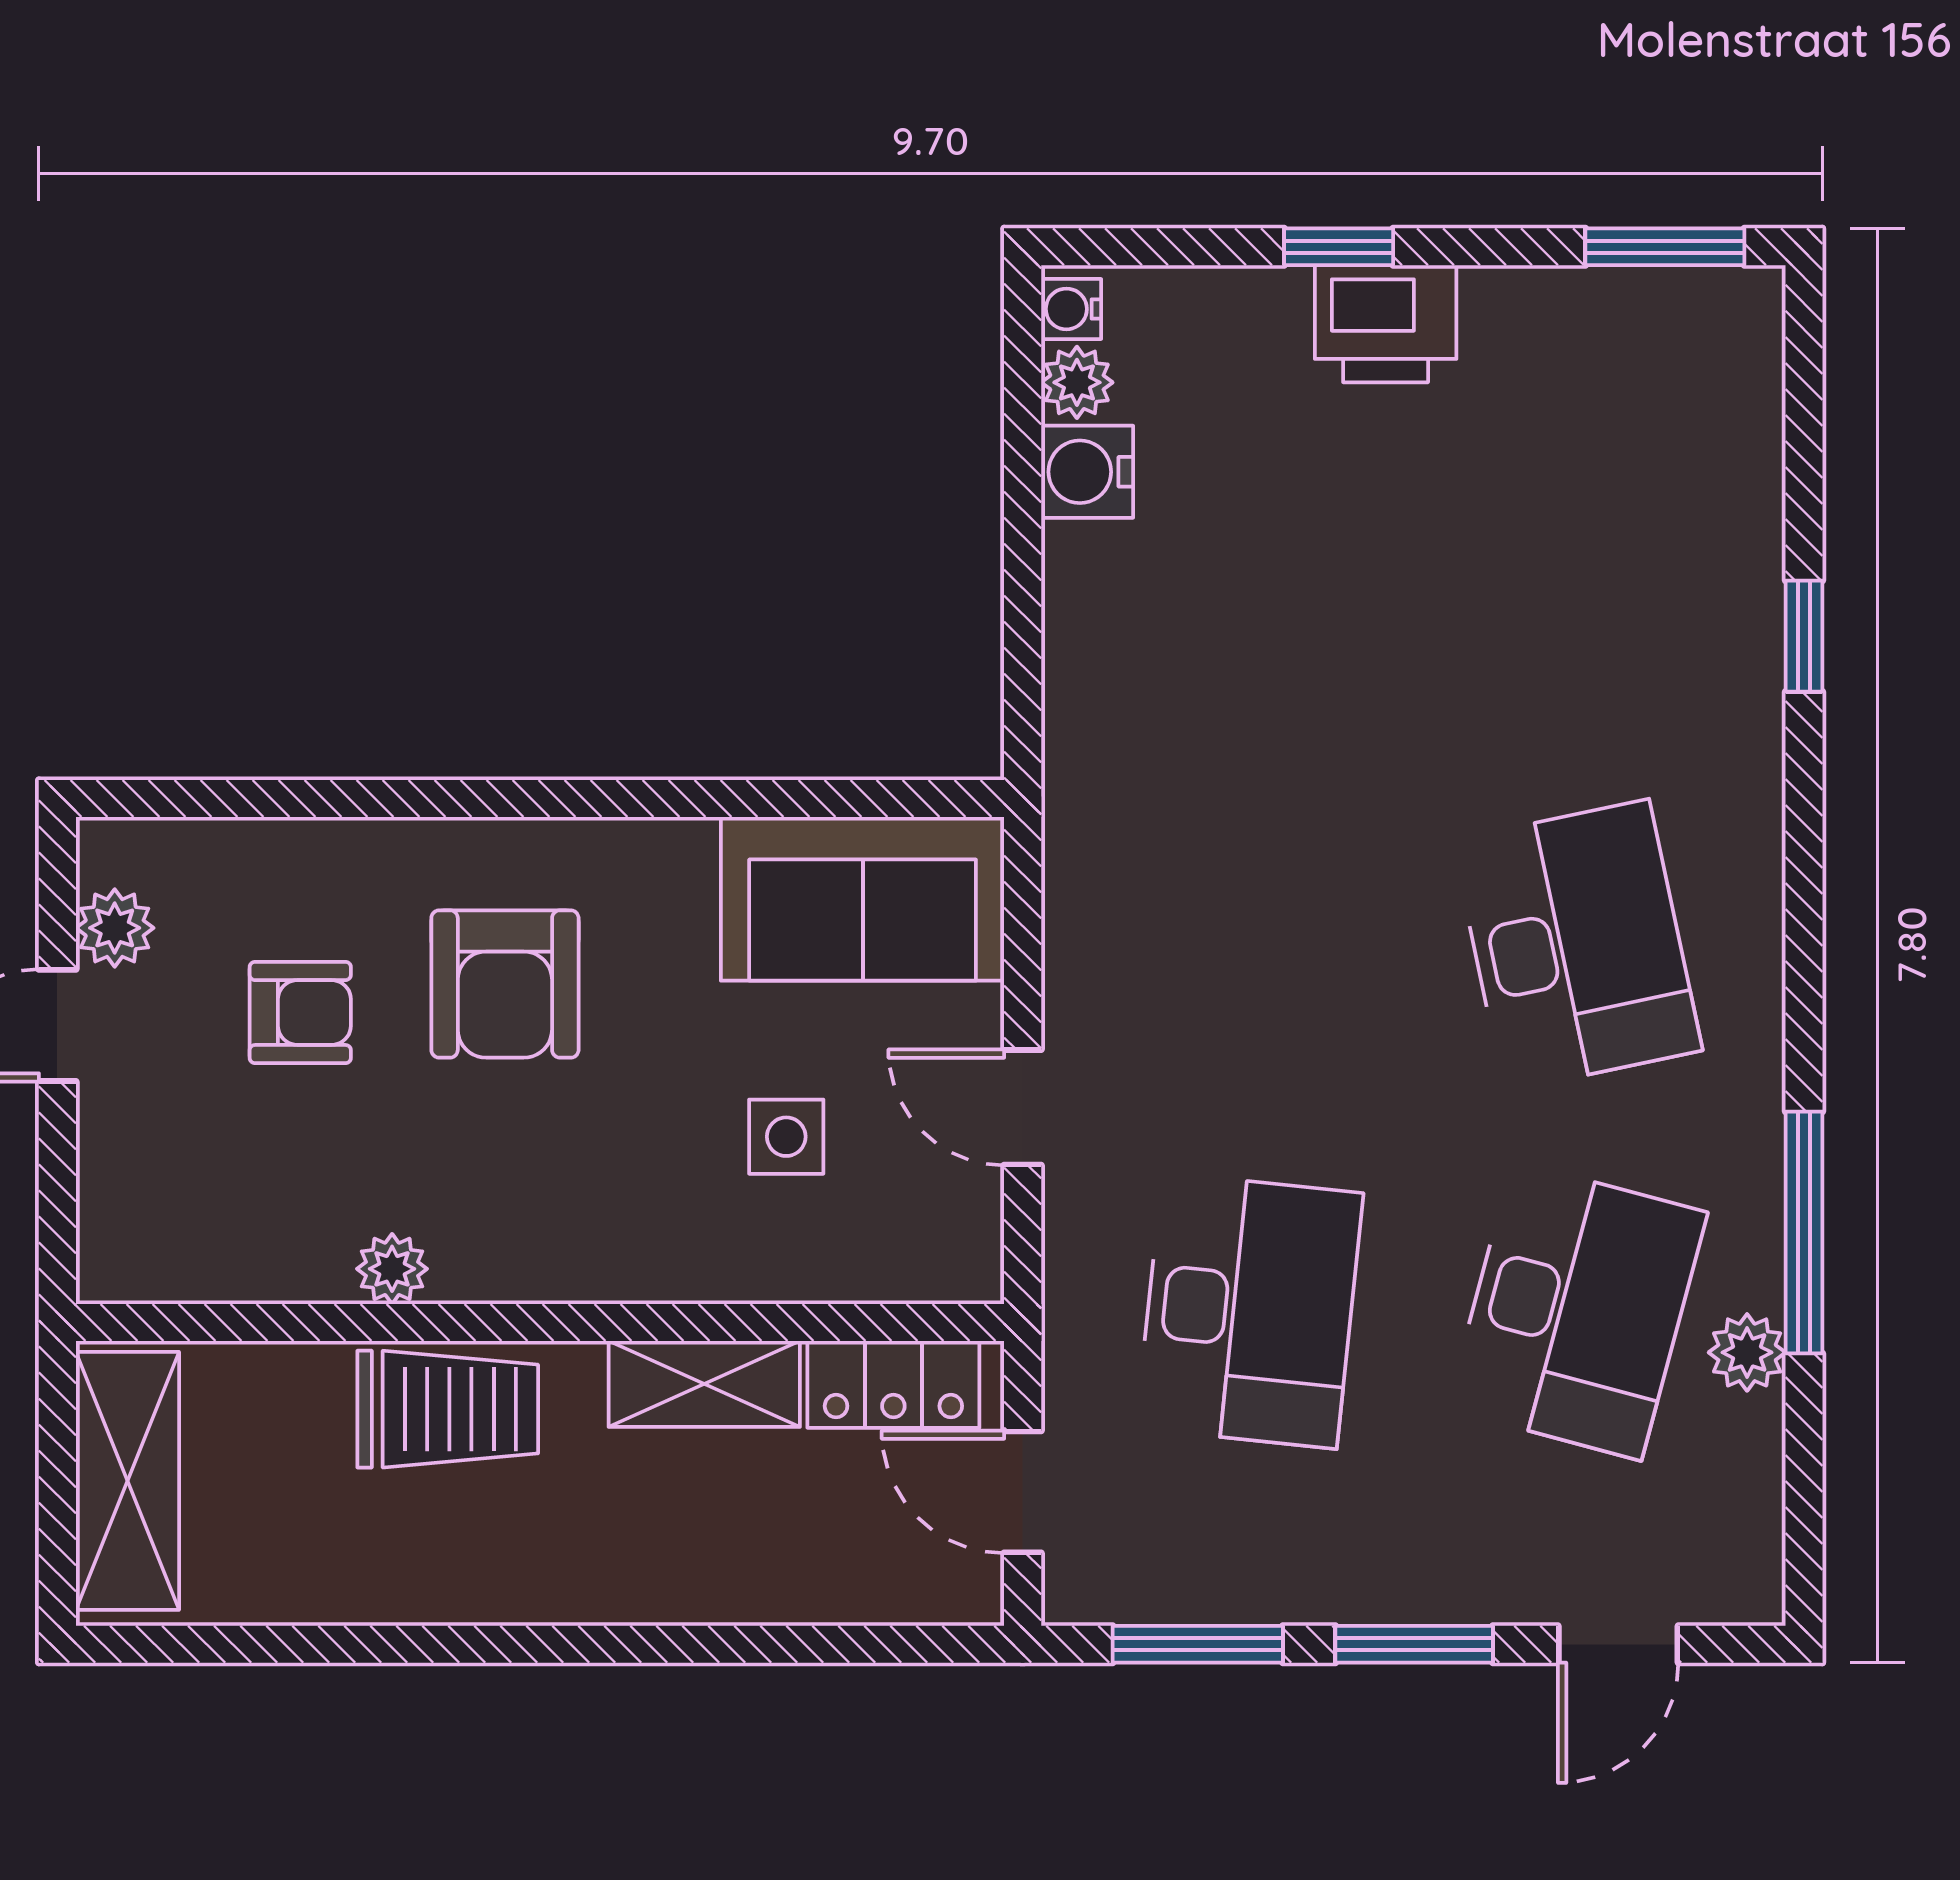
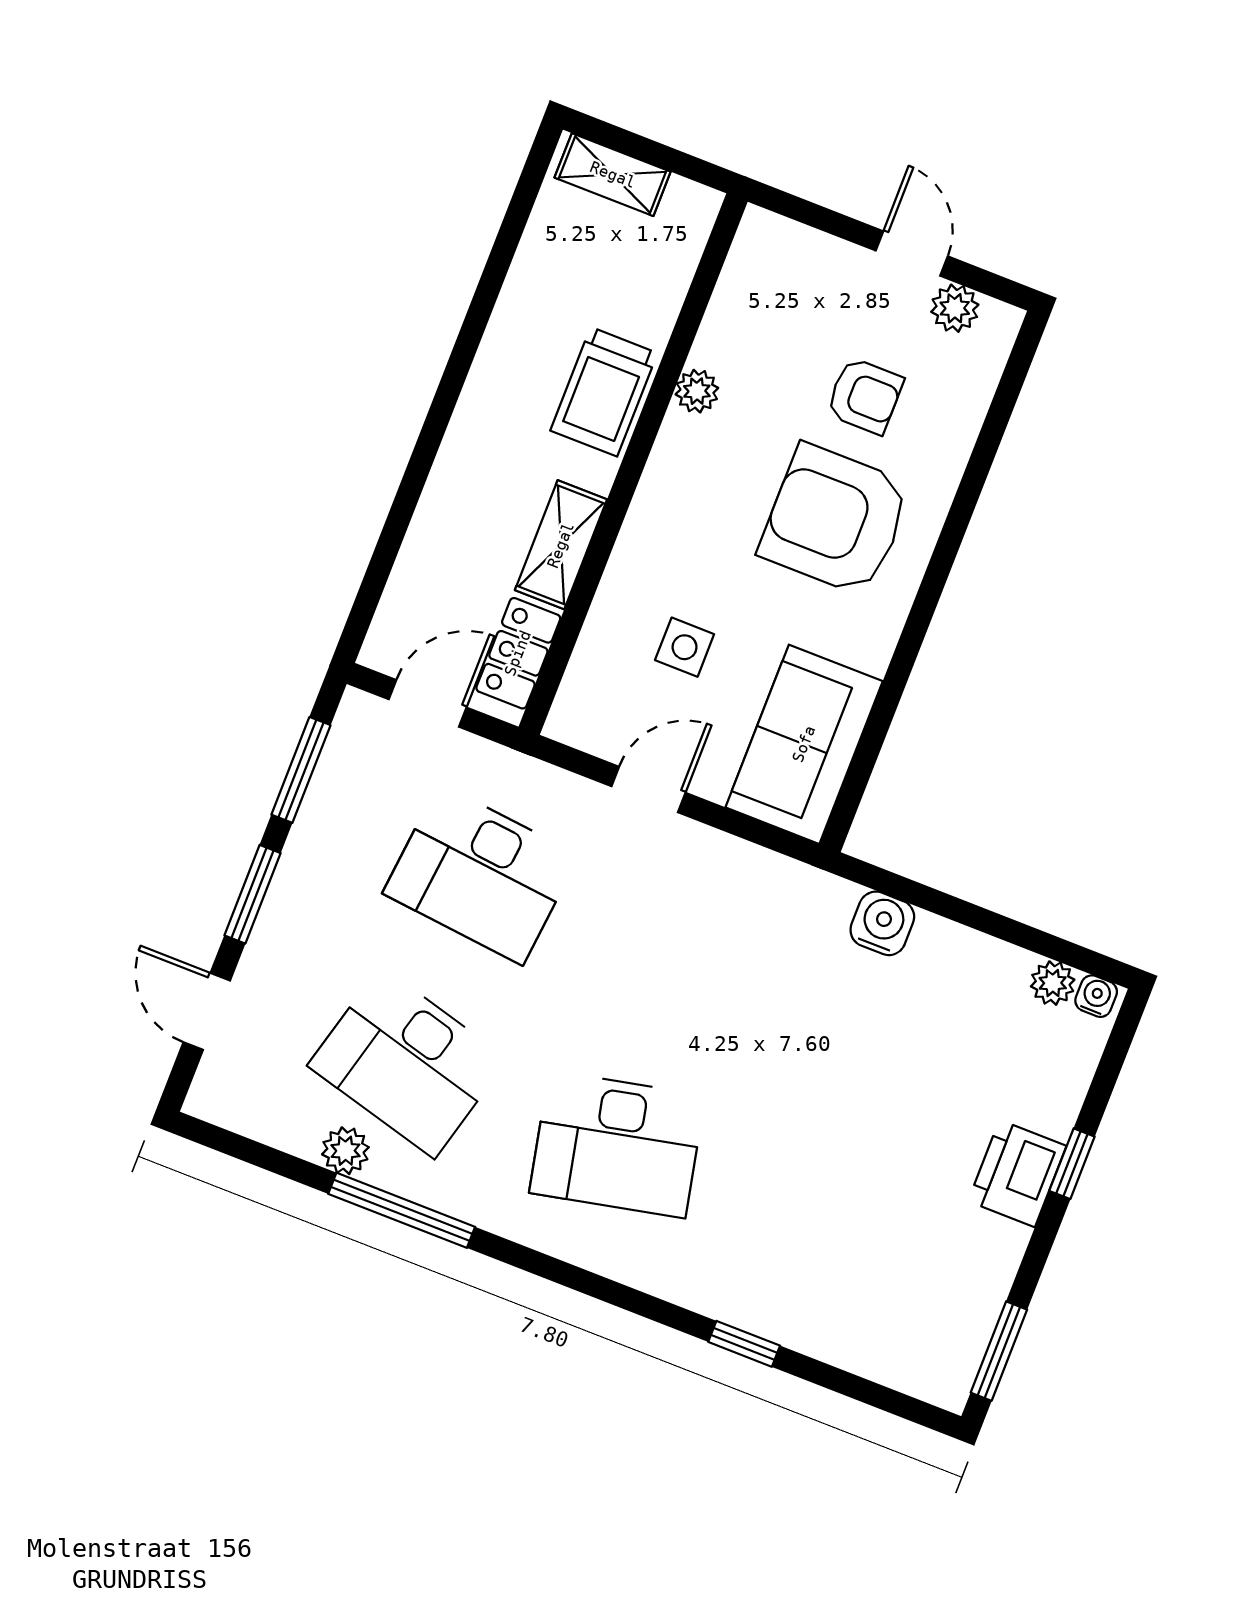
water cooler: (1087, 472) -> (882, 923), moved
armchair: (505, 984) -> (835, 520), width x1.36, depth x1.36
armchair: (300, 1013) -> (865, 396), turned -90
shelving: (127, 1481) -> (613, 175), width x0.67, depth x0.75

